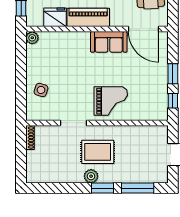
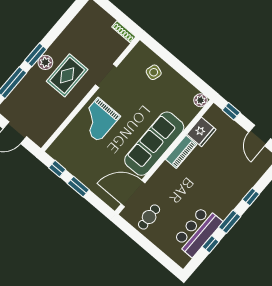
piano: (88, 17) -> (181, 152), width x0.73, depth x0.75
sofa: (109, 42) -> (154, 144), width x1.85, depth x1.27
plant: (91, 176) -> (45, 62), moved

